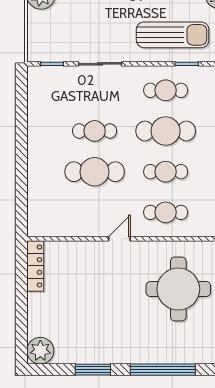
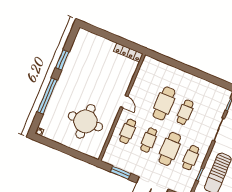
plant: (40, 351) -> (83, 37), removed

